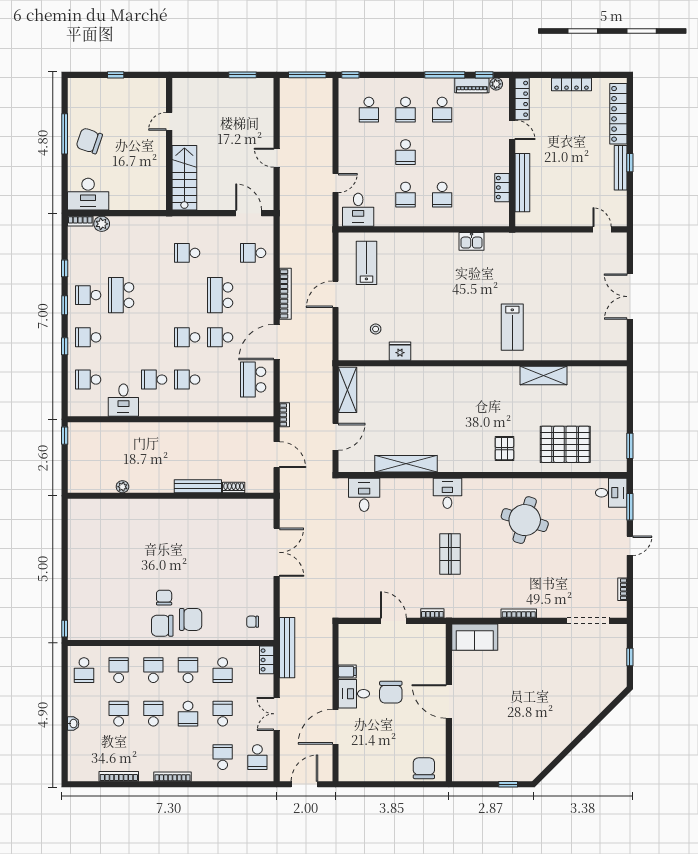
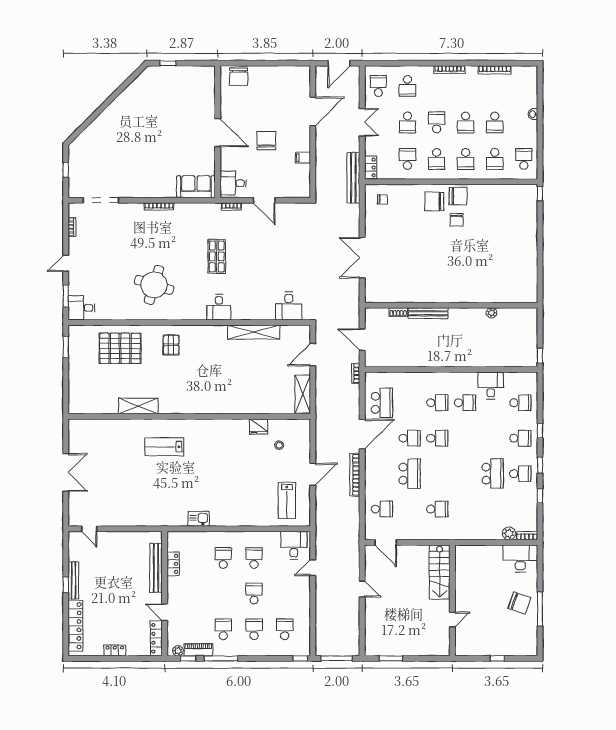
locker: (571, 84) -> (115, 650), width x0.66
lab bench: (512, 327) -> (164, 447), turned -90
desk: (354, 694) -> (233, 183), moved, turned 180

